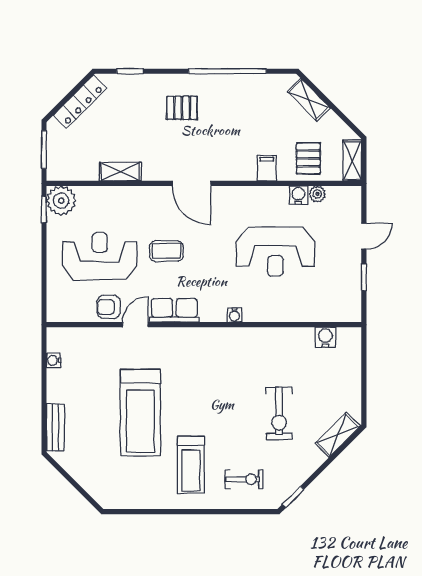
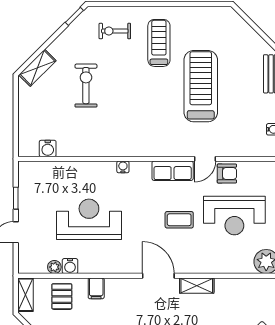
shelving: (120, 172) -> (197, 286), moved

